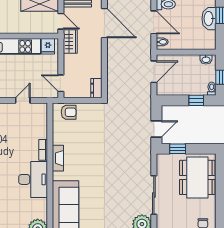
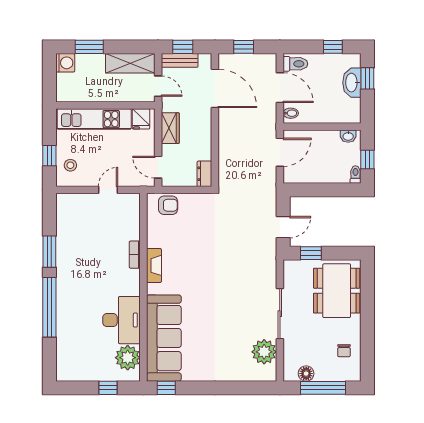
wardrobe: (70, 41) -> (170, 128), moved
window: (196, 100) -> (335, 190), removed
desk: (33, 179) -> (122, 320), moved

